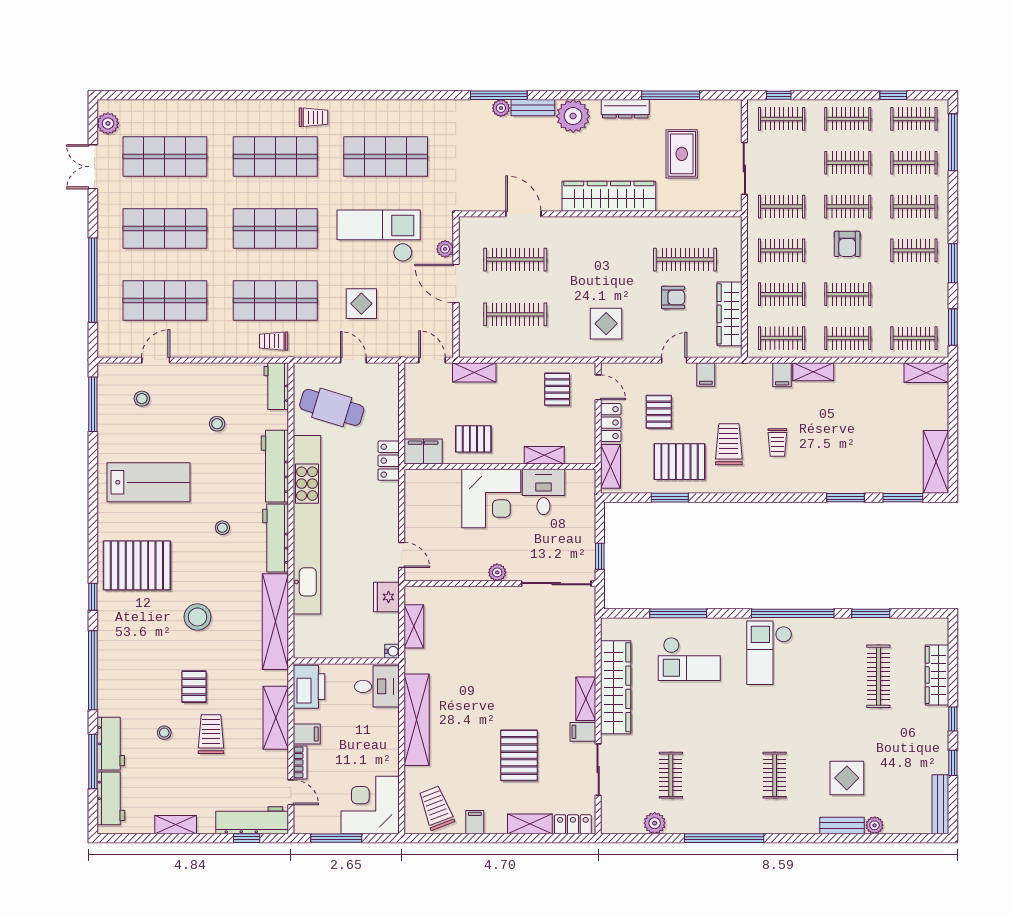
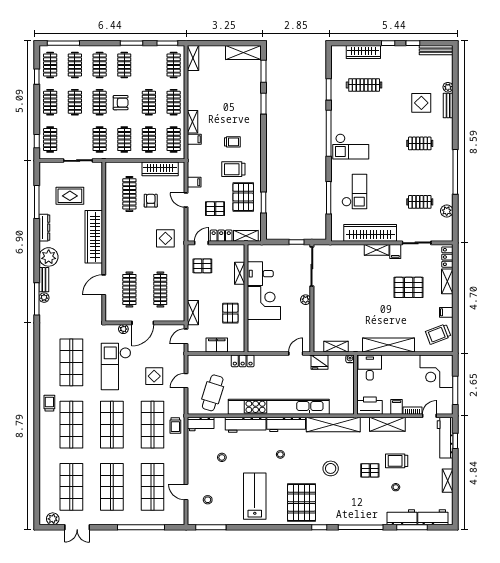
filing cabinet: (423, 452) -> (217, 345), moved, turned 90

